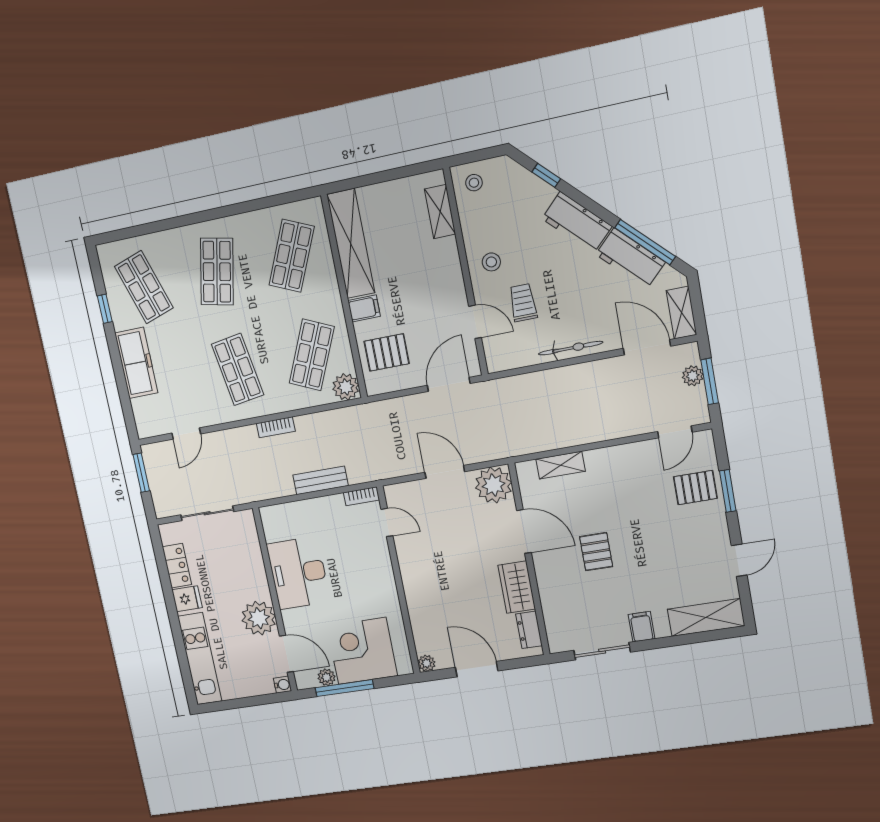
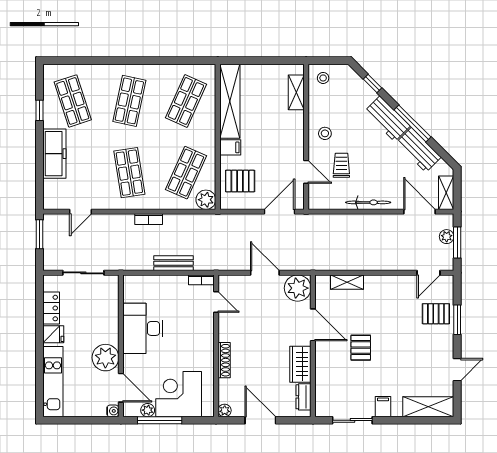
window: (645, 242) -> (412, 123), moved
shoe rack: (413, 598) -> (224, 360), added

